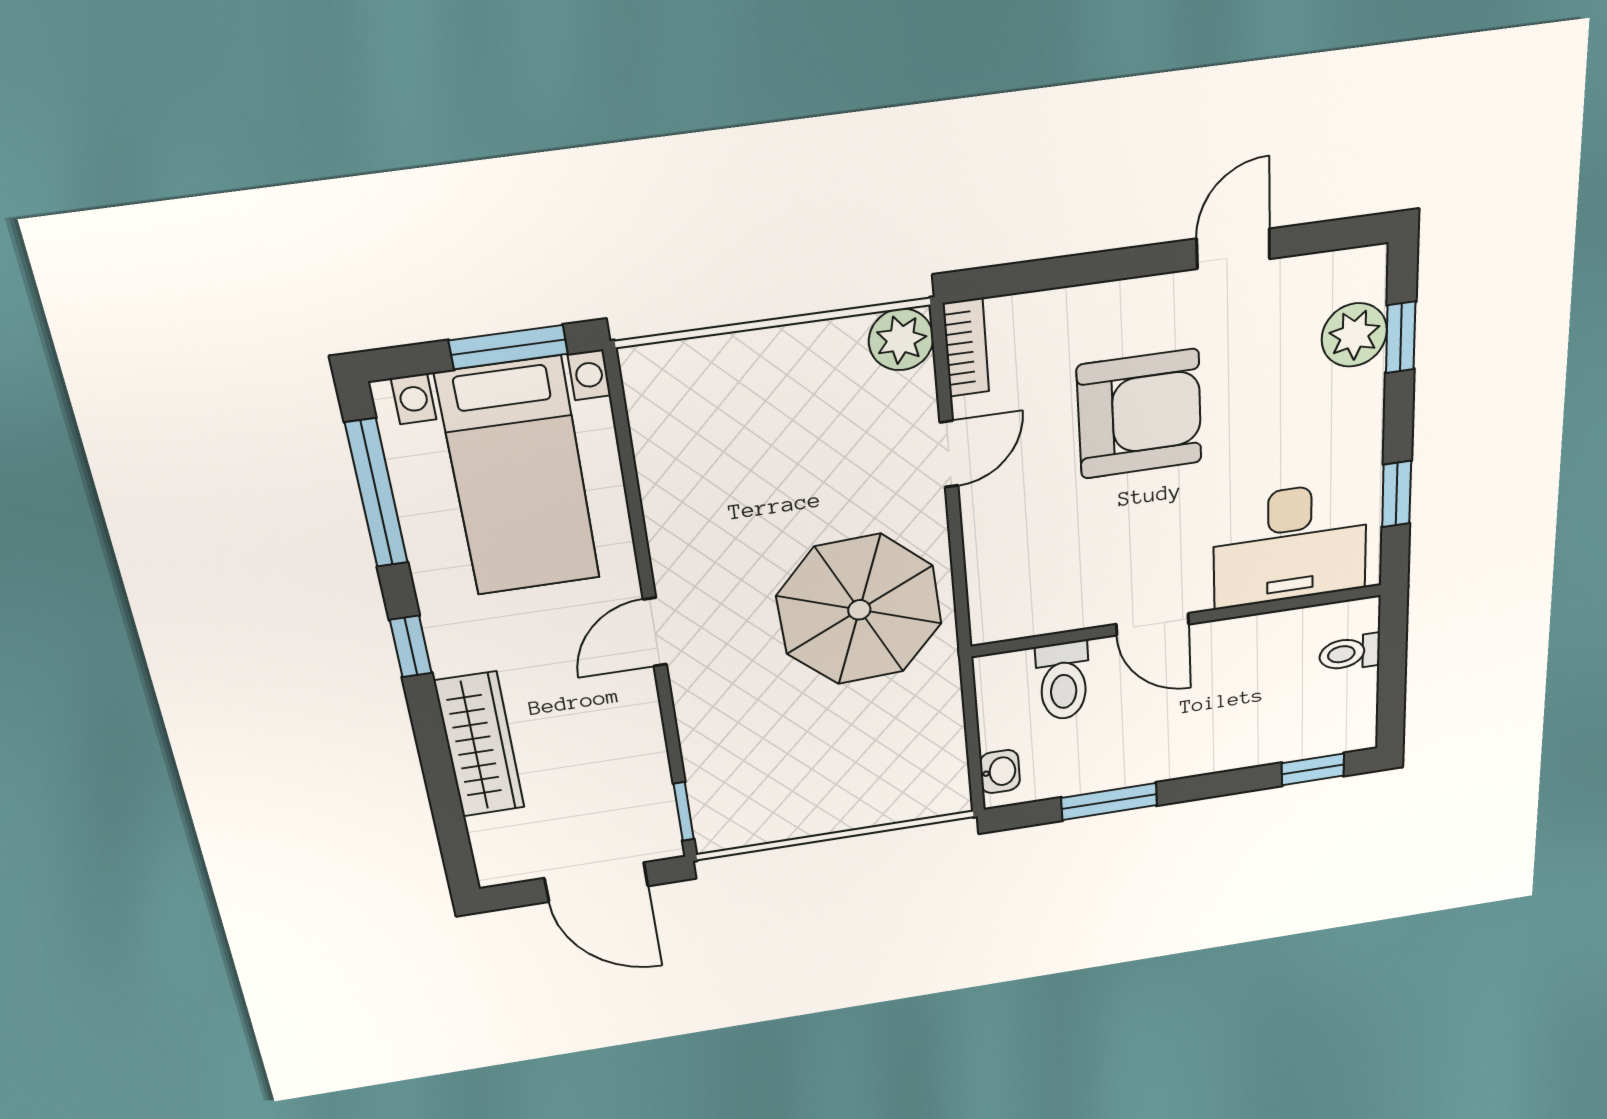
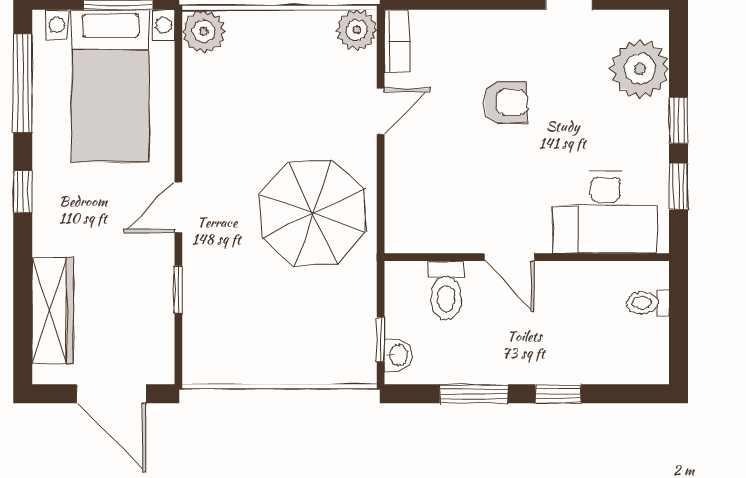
plant: (1354, 335) -> (640, 69), width x1.36, depth x1.36
window: (1401, 337) -> (679, 121), moved
plant: (656, 376) -> (204, 31), added
armchair: (1140, 414) -> (506, 102), width x0.53, depth x0.53
wardrobe: (479, 745) -> (53, 310), moved
window: (974, 757) -> (381, 340), added
window: (1313, 769) -> (558, 394), moved
window: (684, 811) -> (178, 289), moved

